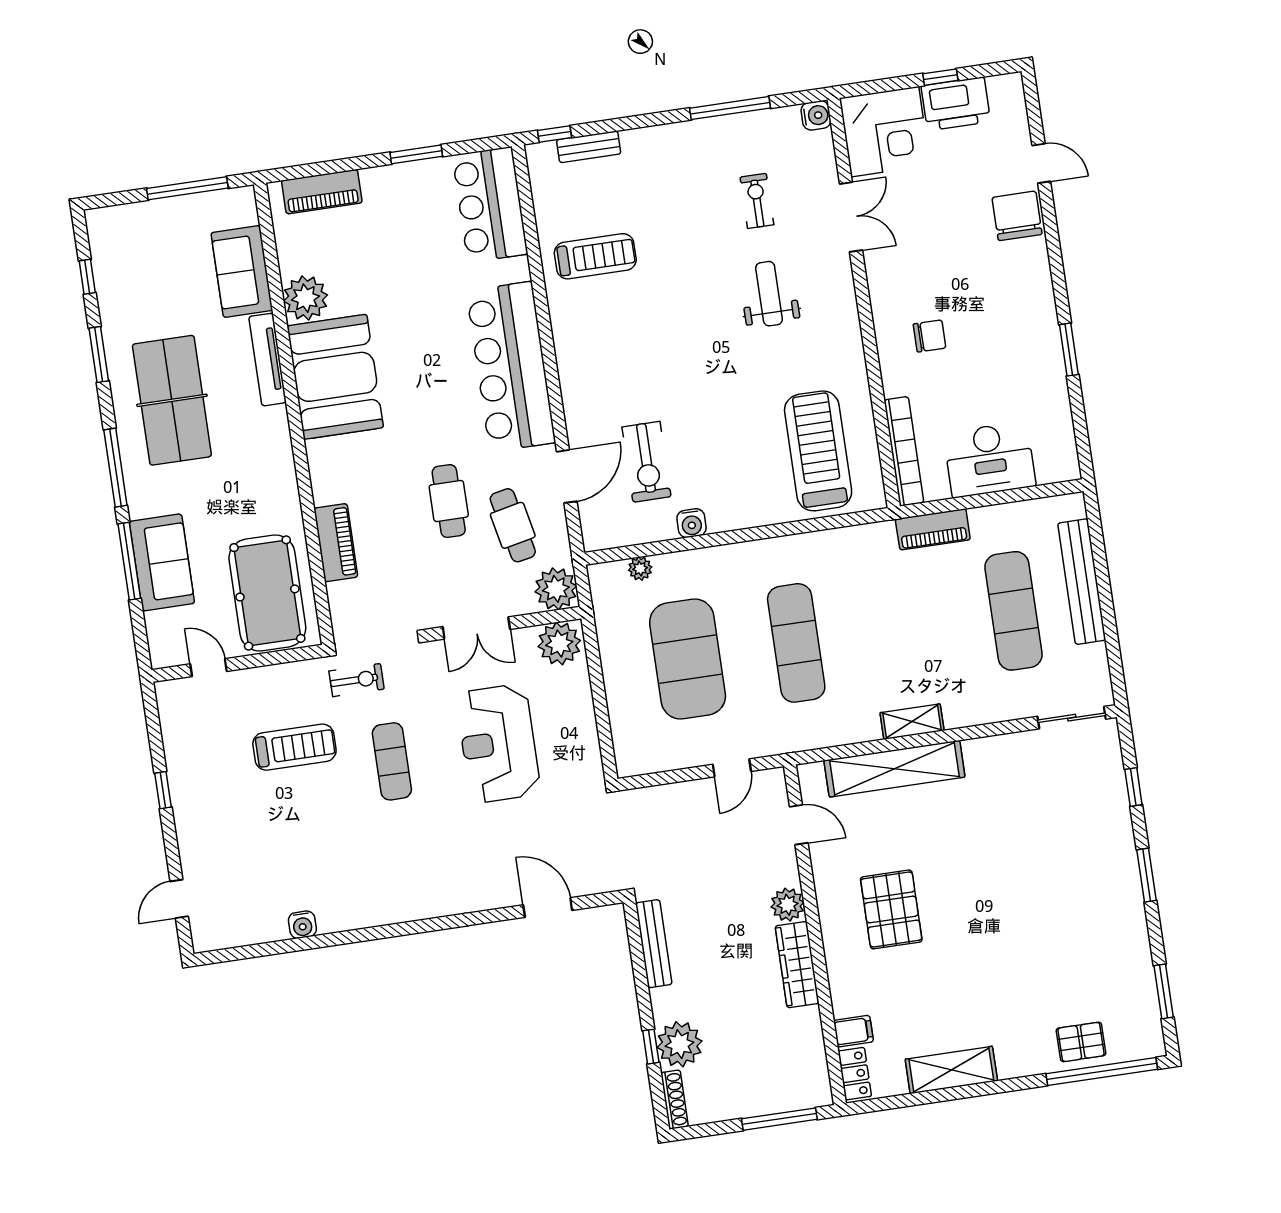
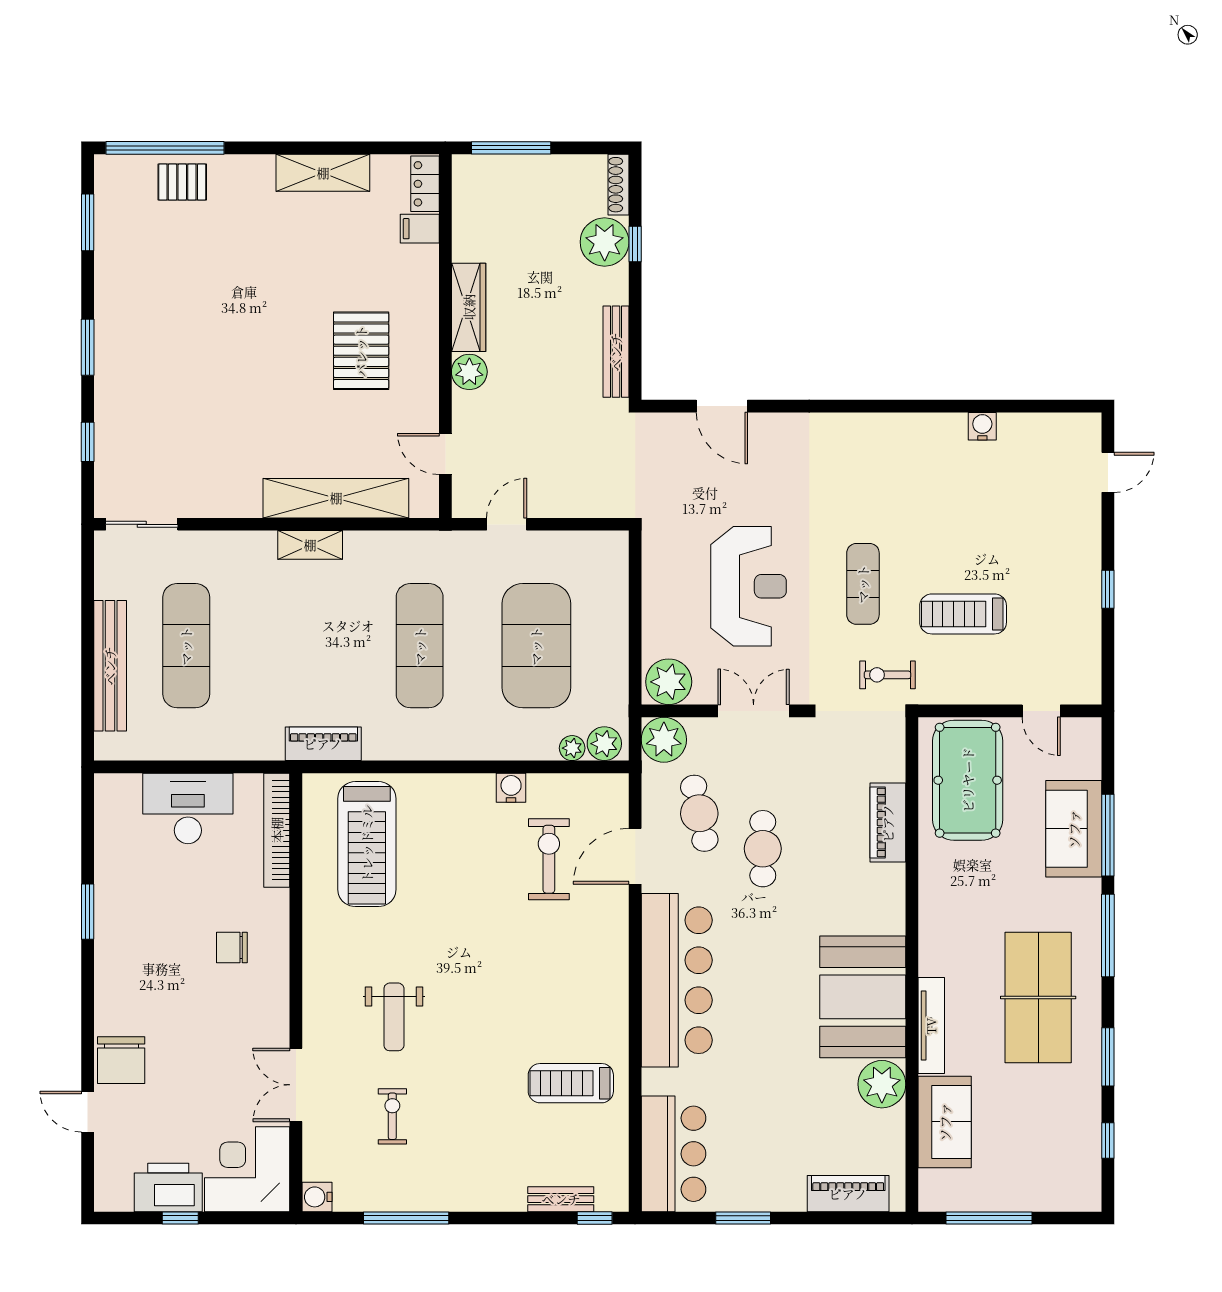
exercise bike: (757, 201) -> (392, 1116), turned 180
piano: (933, 529) -> (323, 744), moved
plant: (611, 577) -> (604, 744), added

